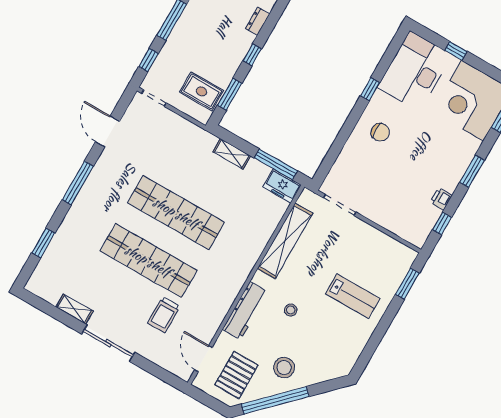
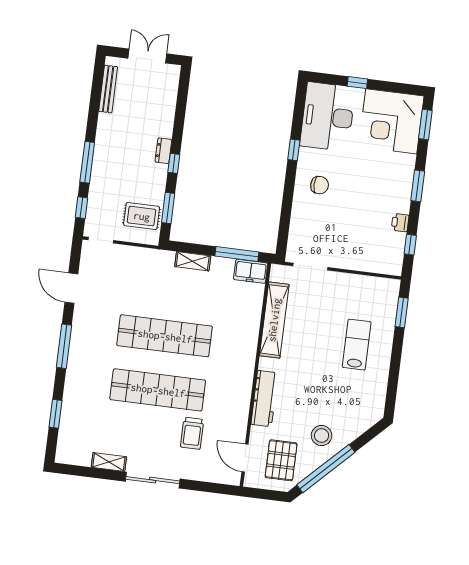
dresser: (258, 21) -> (163, 151), moved
lab bench: (353, 296) -> (357, 345), turned -90
stool: (291, 310) -> (306, 381), removed

